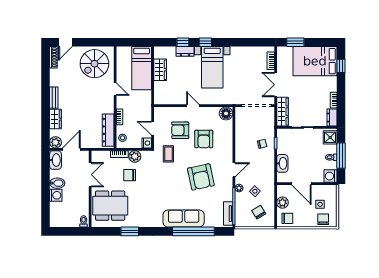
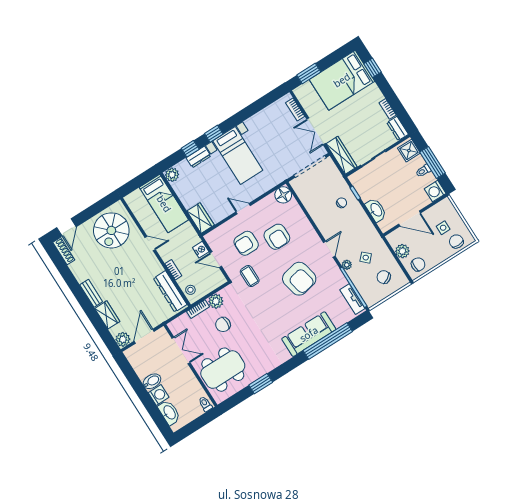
plant: (159, 52) -> (172, 175), added
wardrobe: (160, 70) -> (200, 218), moved
nightstand: (147, 143) -> (201, 250), moved
washbasin: (55, 160) -> (169, 413), moved

